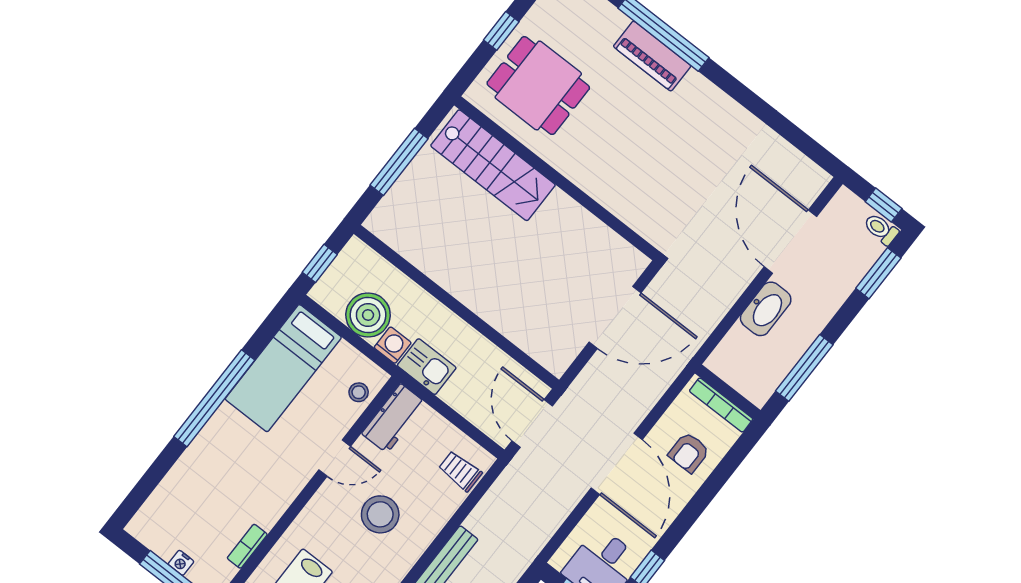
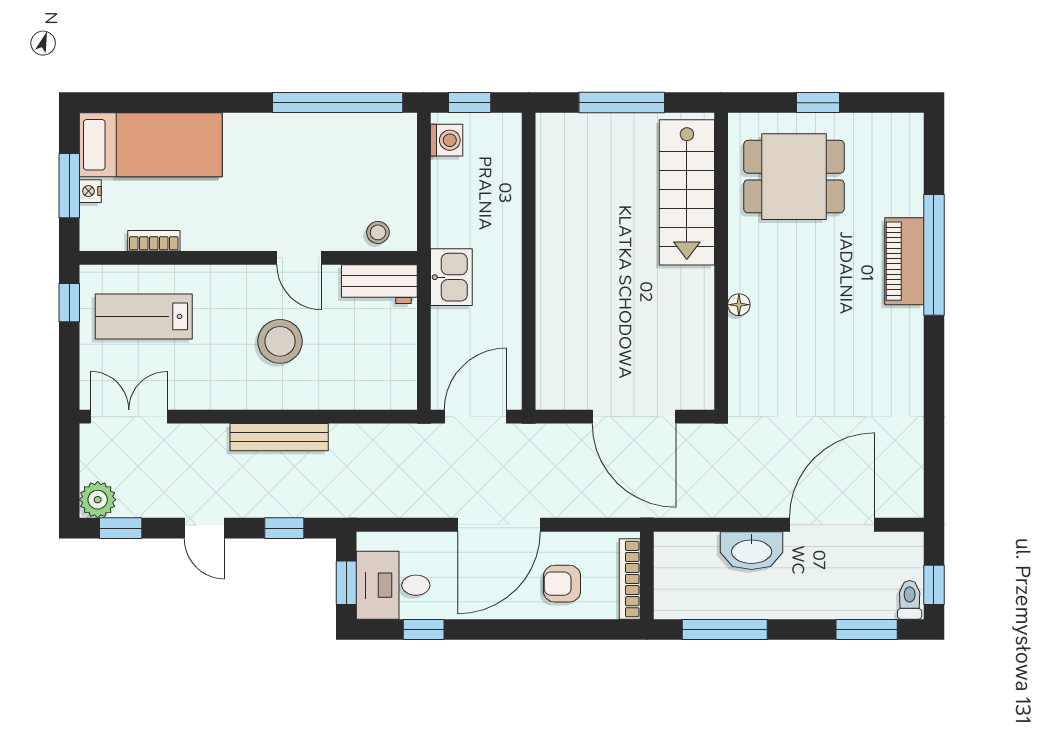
dining table: (538, 86) -> (794, 177), turned 90
floor lamp: (595, 189) -> (739, 305), added
boiler: (368, 315) -> (457, 185), removed
washing machine: (393, 345) -> (447, 140), moved
bed: (283, 368) -> (151, 145), moved, turned 180
window: (214, 398) -> (338, 103), moved
trolley: (460, 471) -> (379, 384), removed

